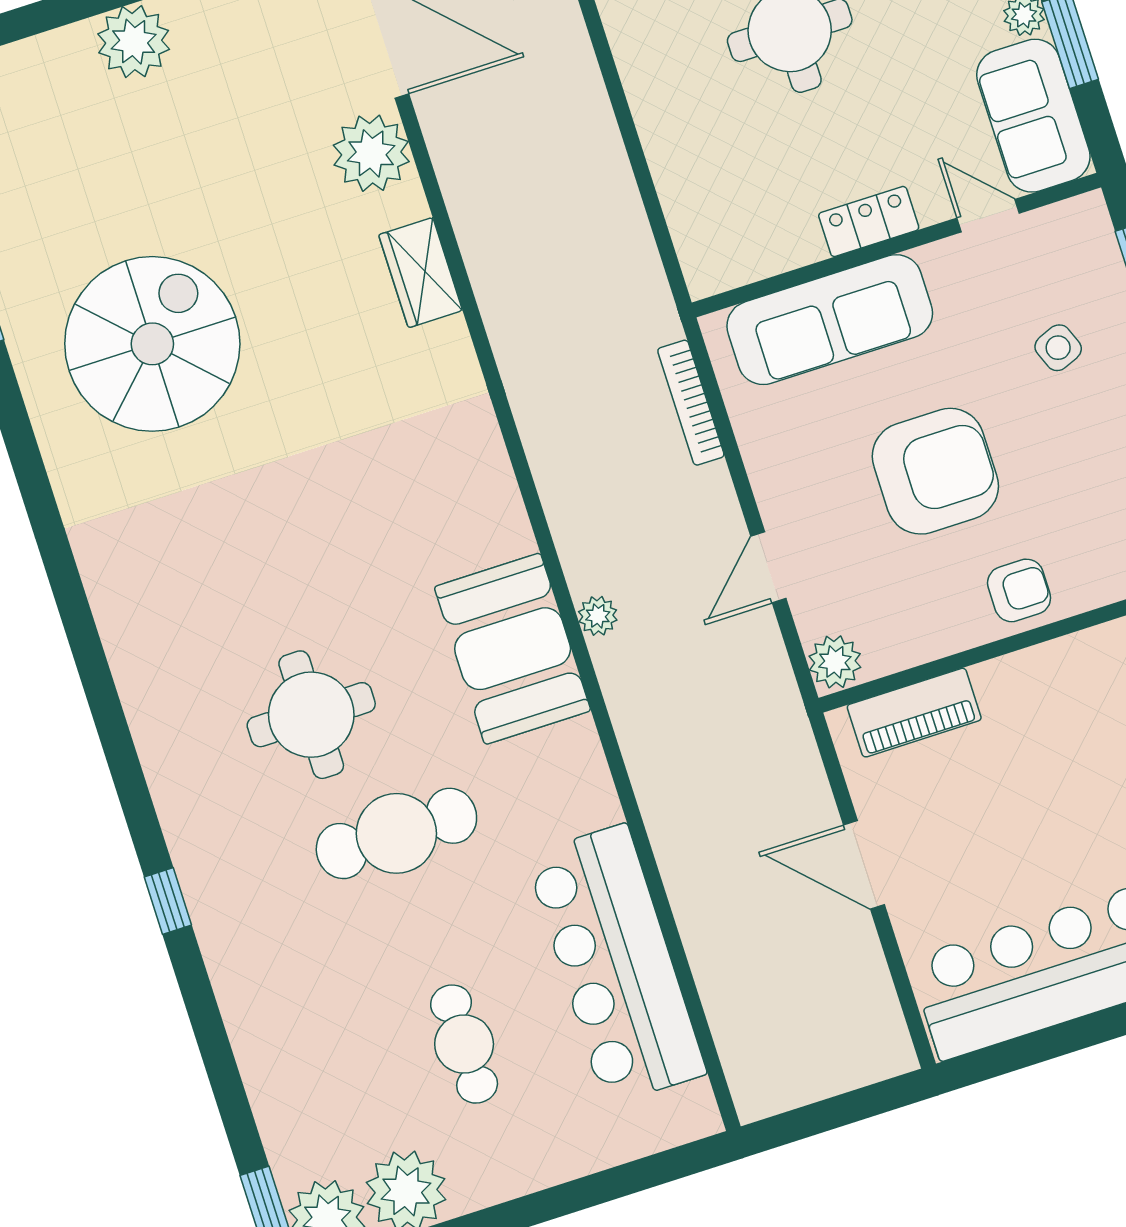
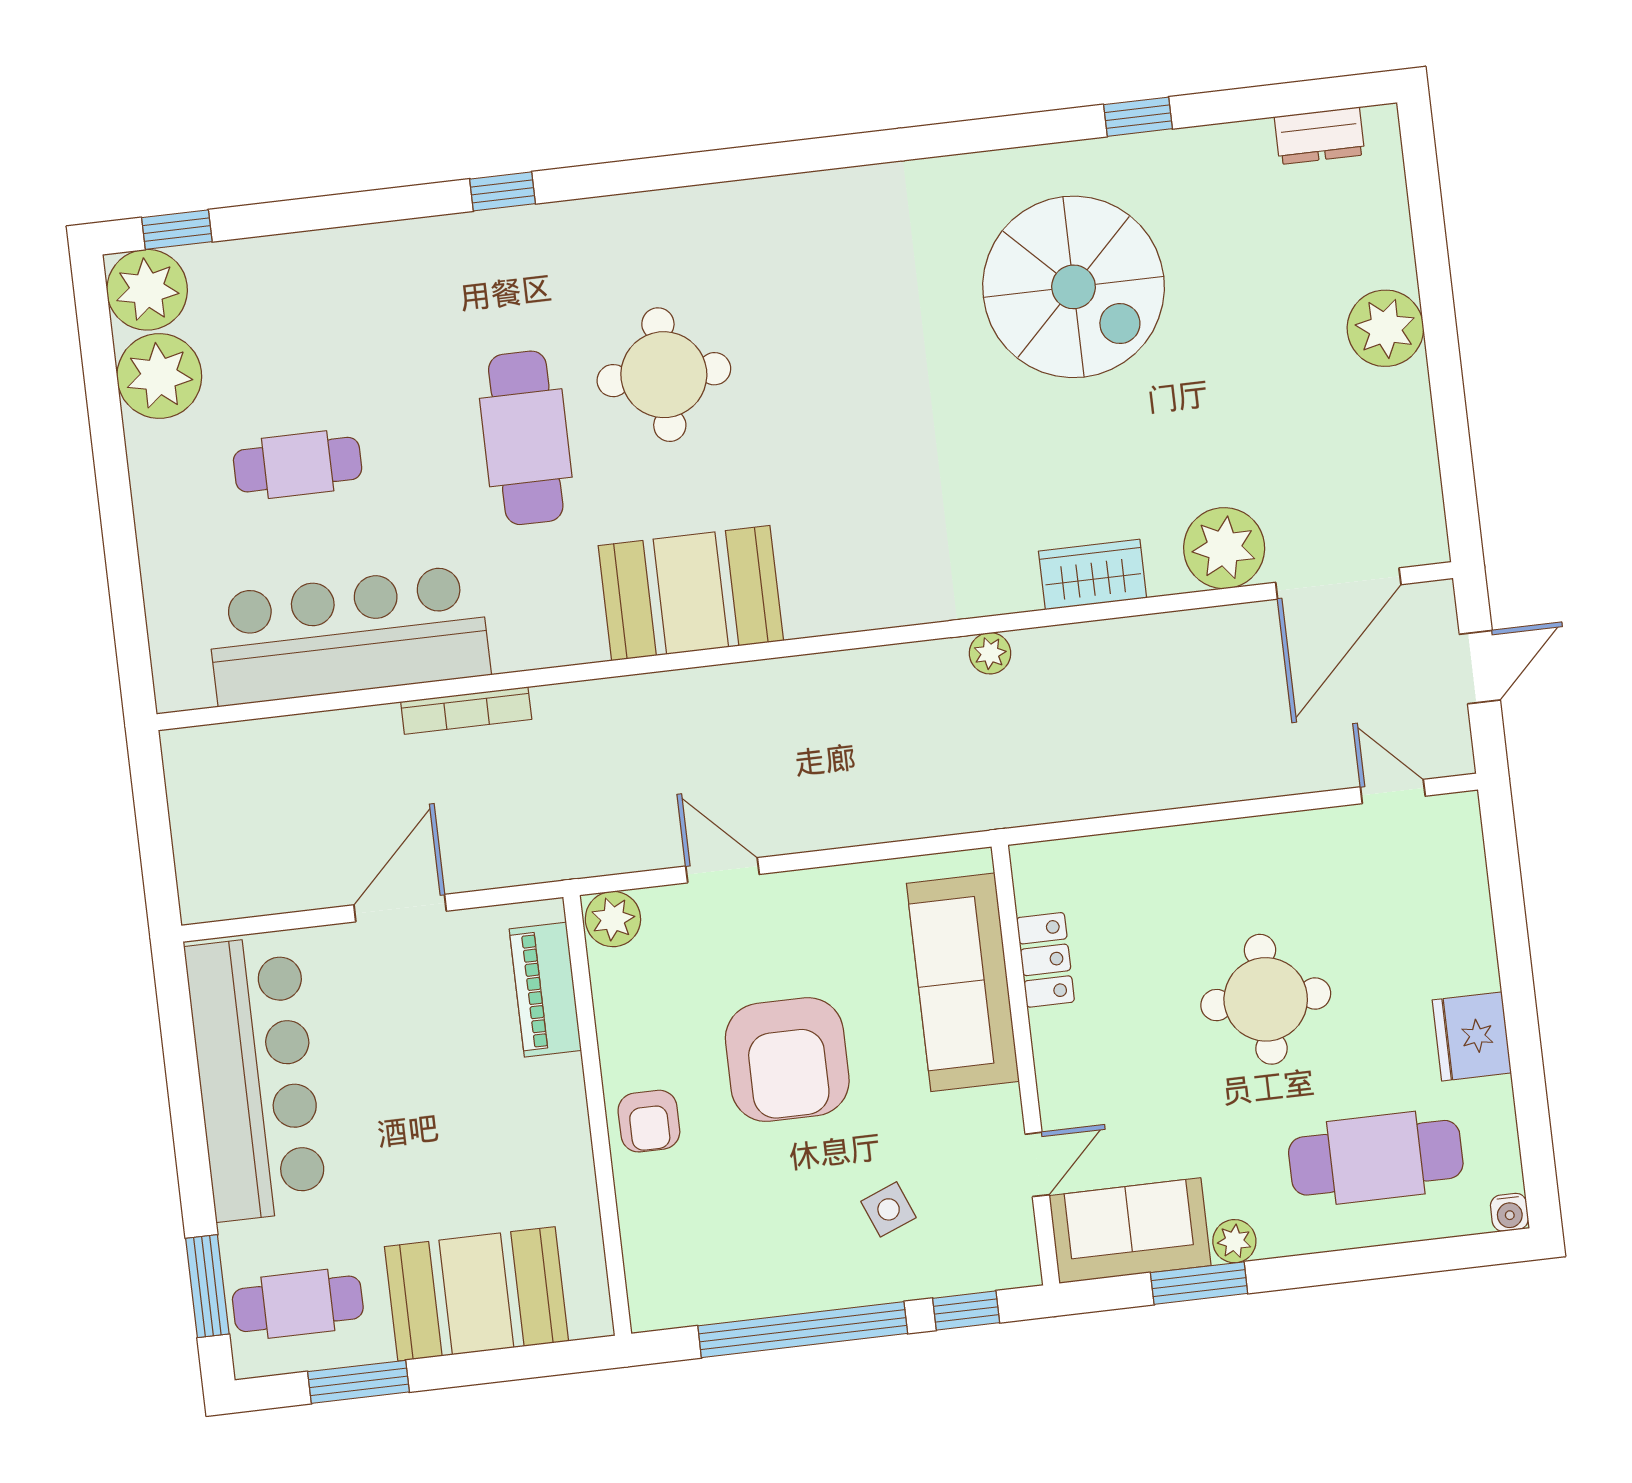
locker: (869, 222) -> (1045, 960), moved
bookcase: (691, 403) -> (466, 711), moved, turned 180
plant: (598, 616) -> (990, 653), moved

